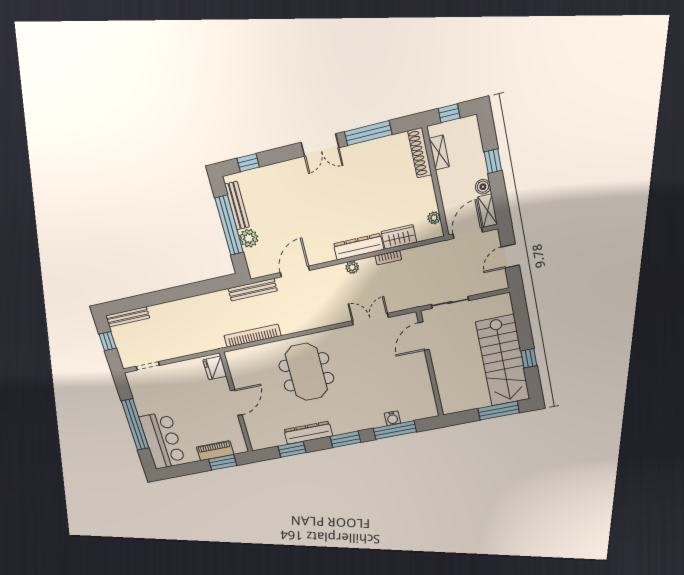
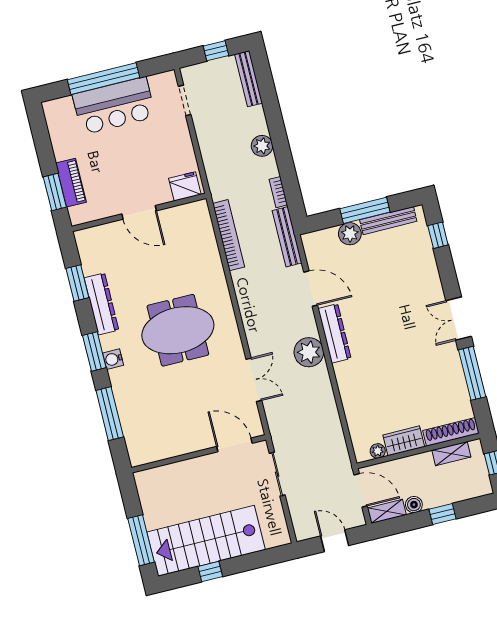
window: (229, 225) -> (365, 210), width x0.68
wardrobe: (399, 237) -> (404, 441), moved, turned -90
dresser: (358, 247) -> (335, 333), moved
bookcase: (388, 258) -> (278, 192), moved
plant: (352, 267) -> (309, 352), width x1.87, depth x1.87
plant: (180, 308) -> (262, 146), added
meeting table: (306, 372) -> (178, 330), moved
water cooler: (392, 418) -> (113, 359), moved
bar counter: (162, 440) -> (114, 106), moved

